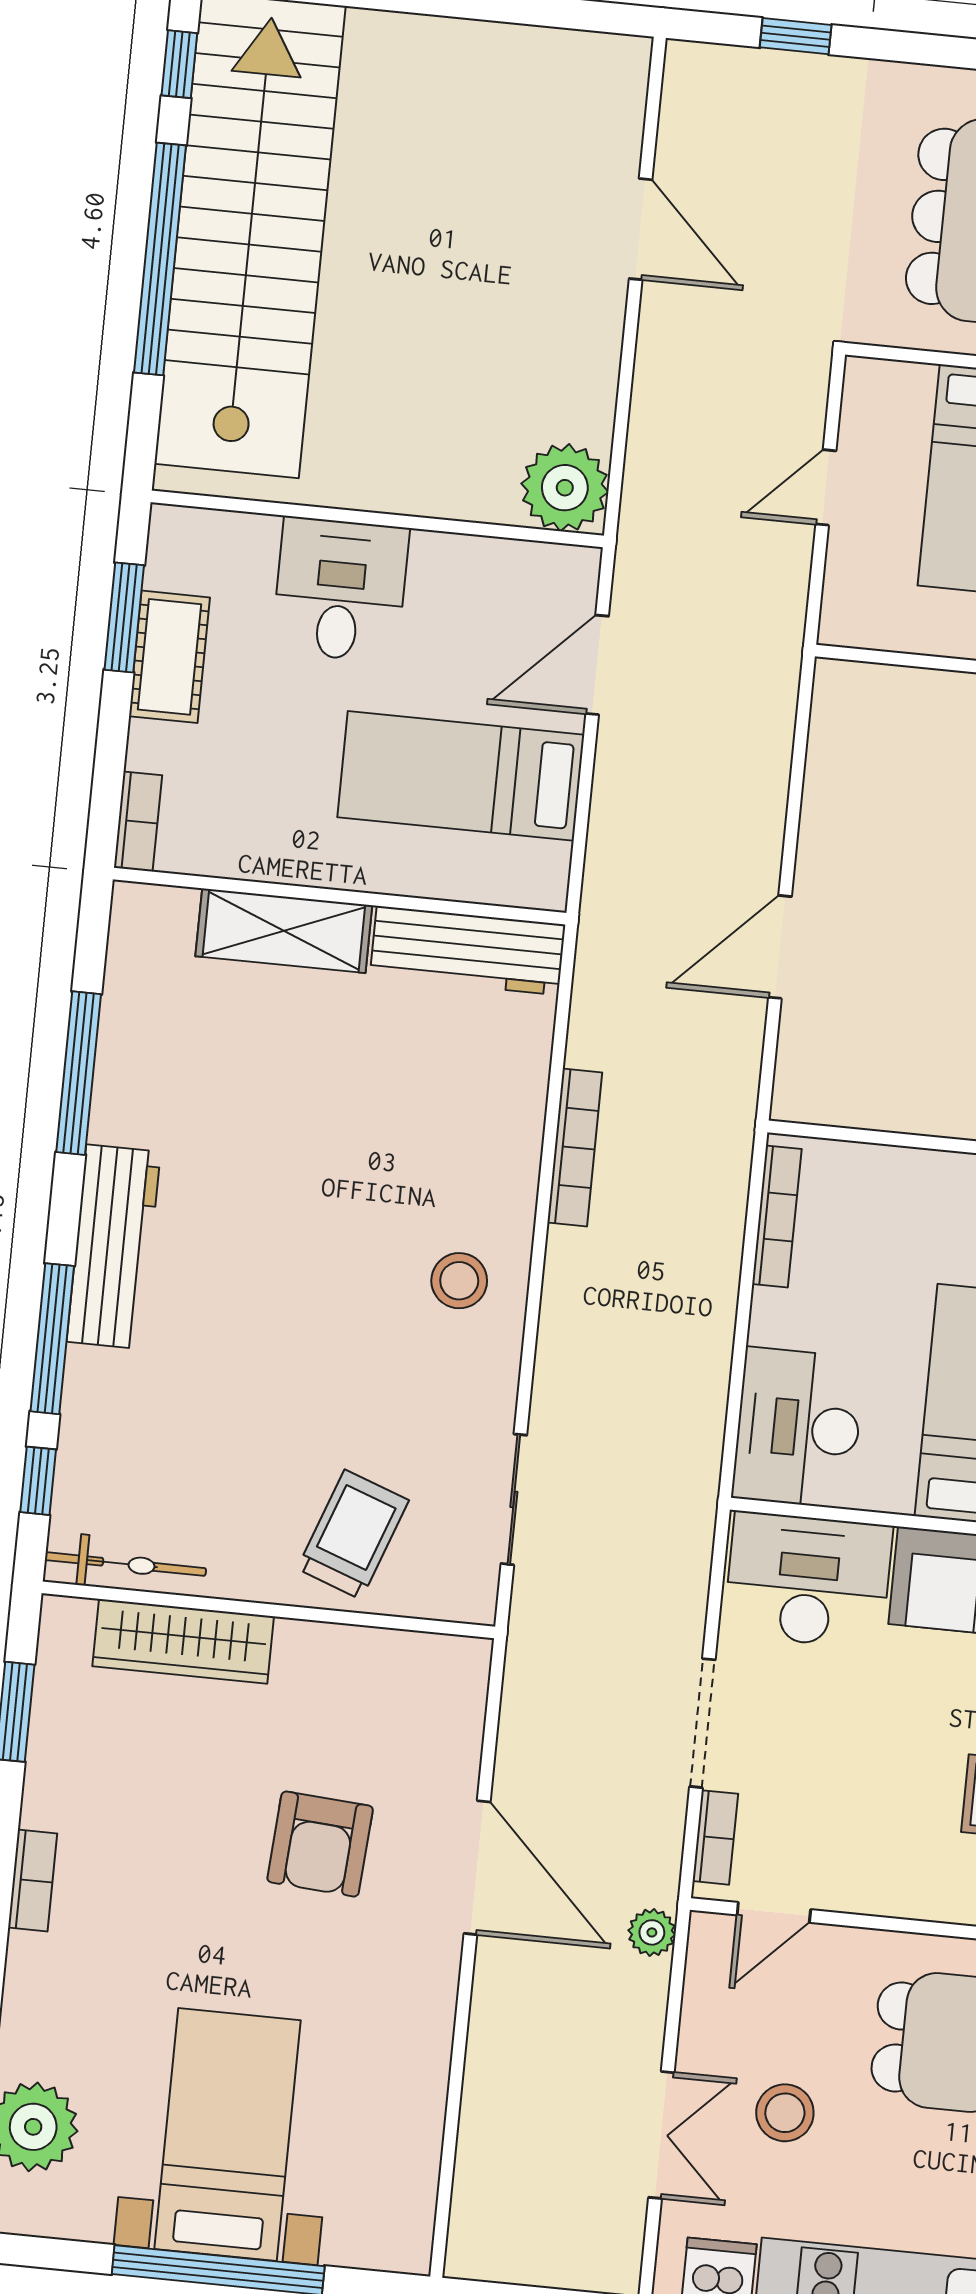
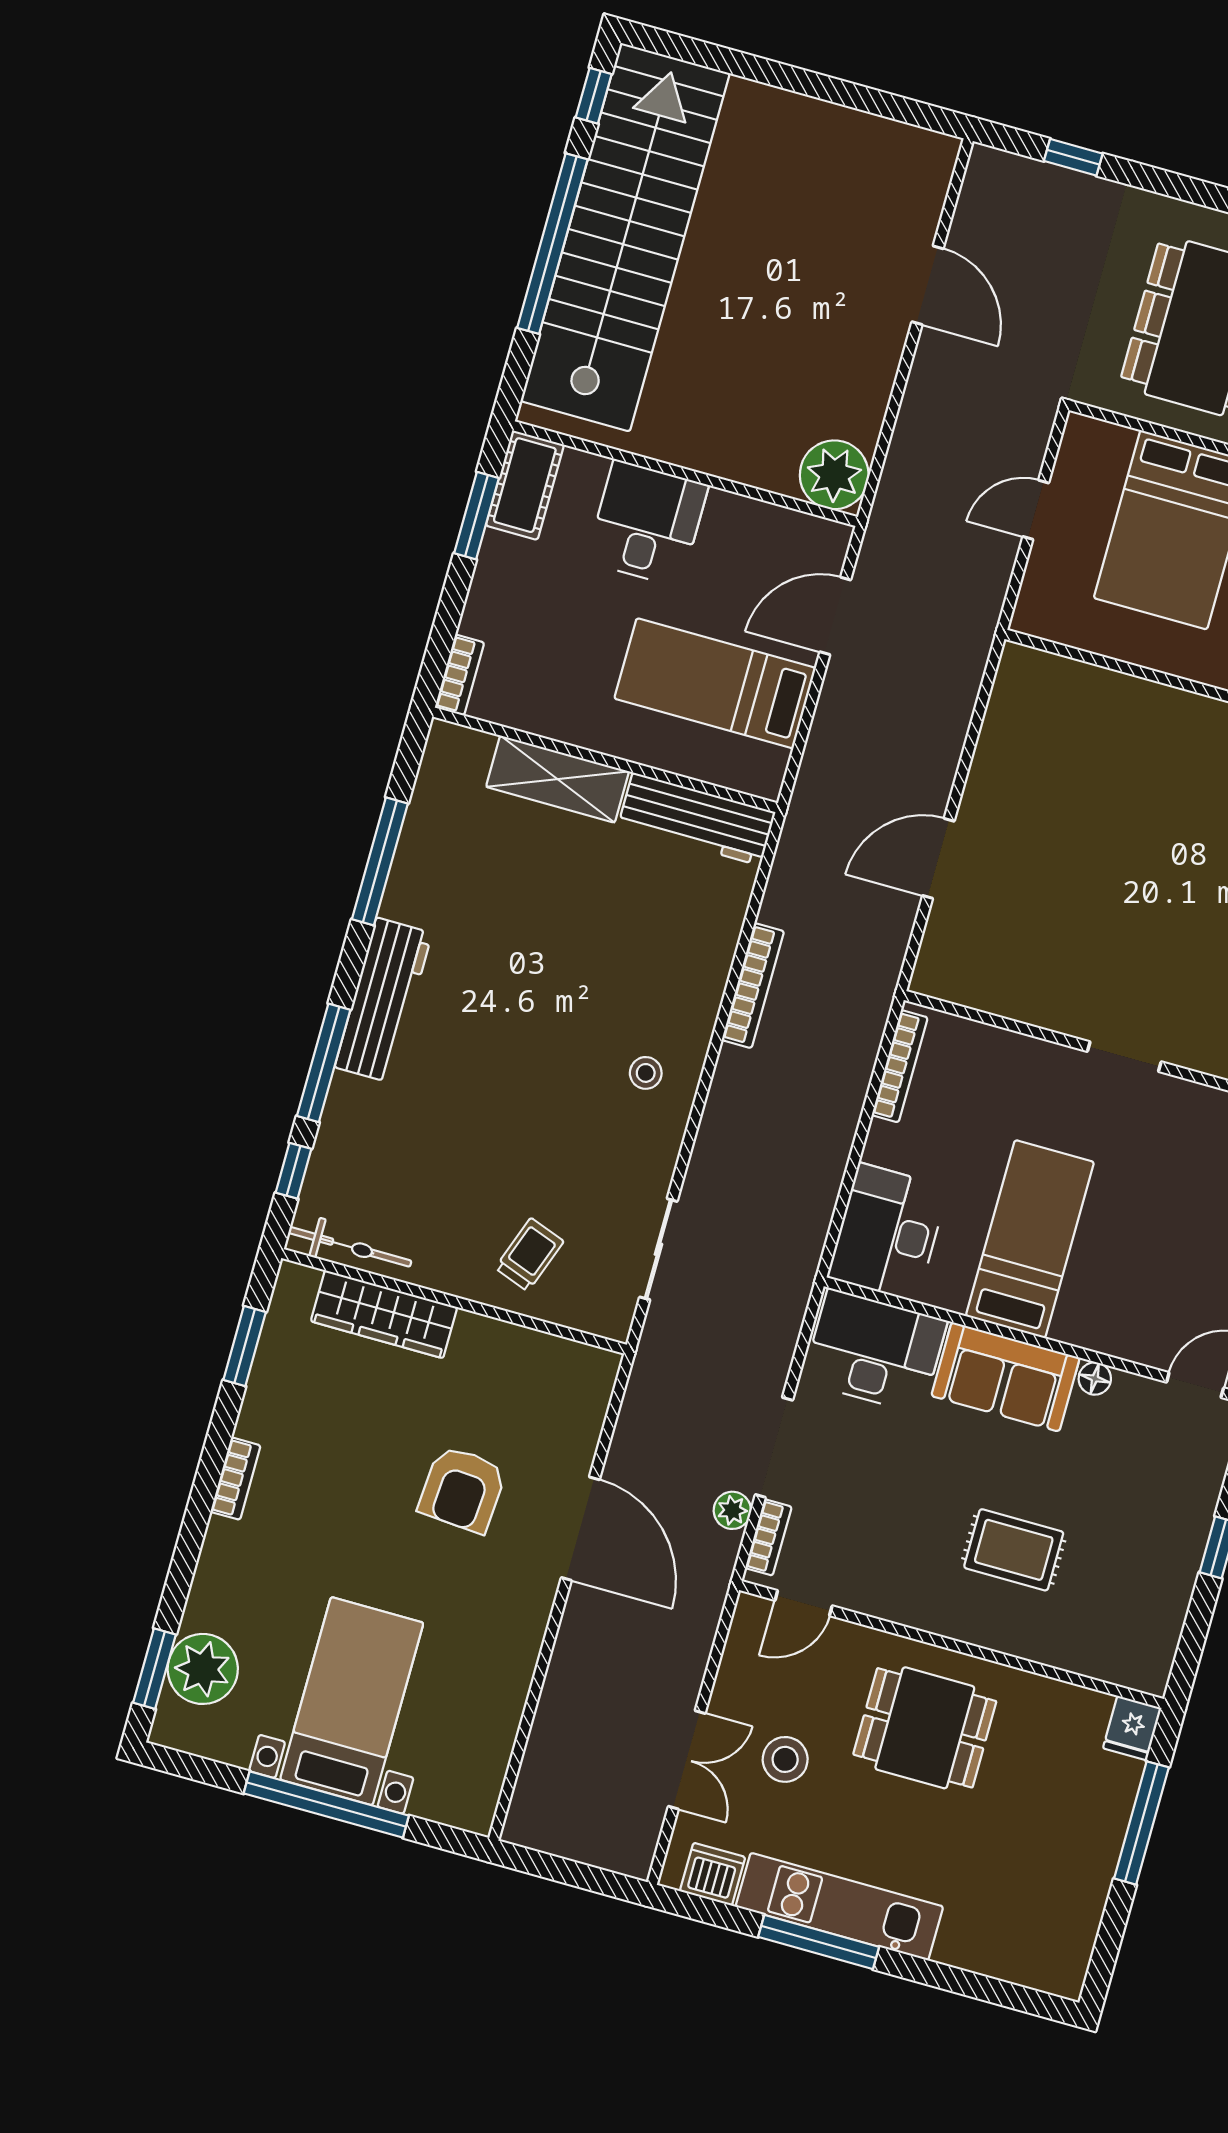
cot: (169, 657) -> (525, 485), moved
stool: (459, 1281) -> (646, 1073), width x0.73, depth x0.73
trolley: (353, 1535) -> (529, 1255), width x0.73, depth x0.72
plant: (652, 1932) -> (732, 1510), moved

